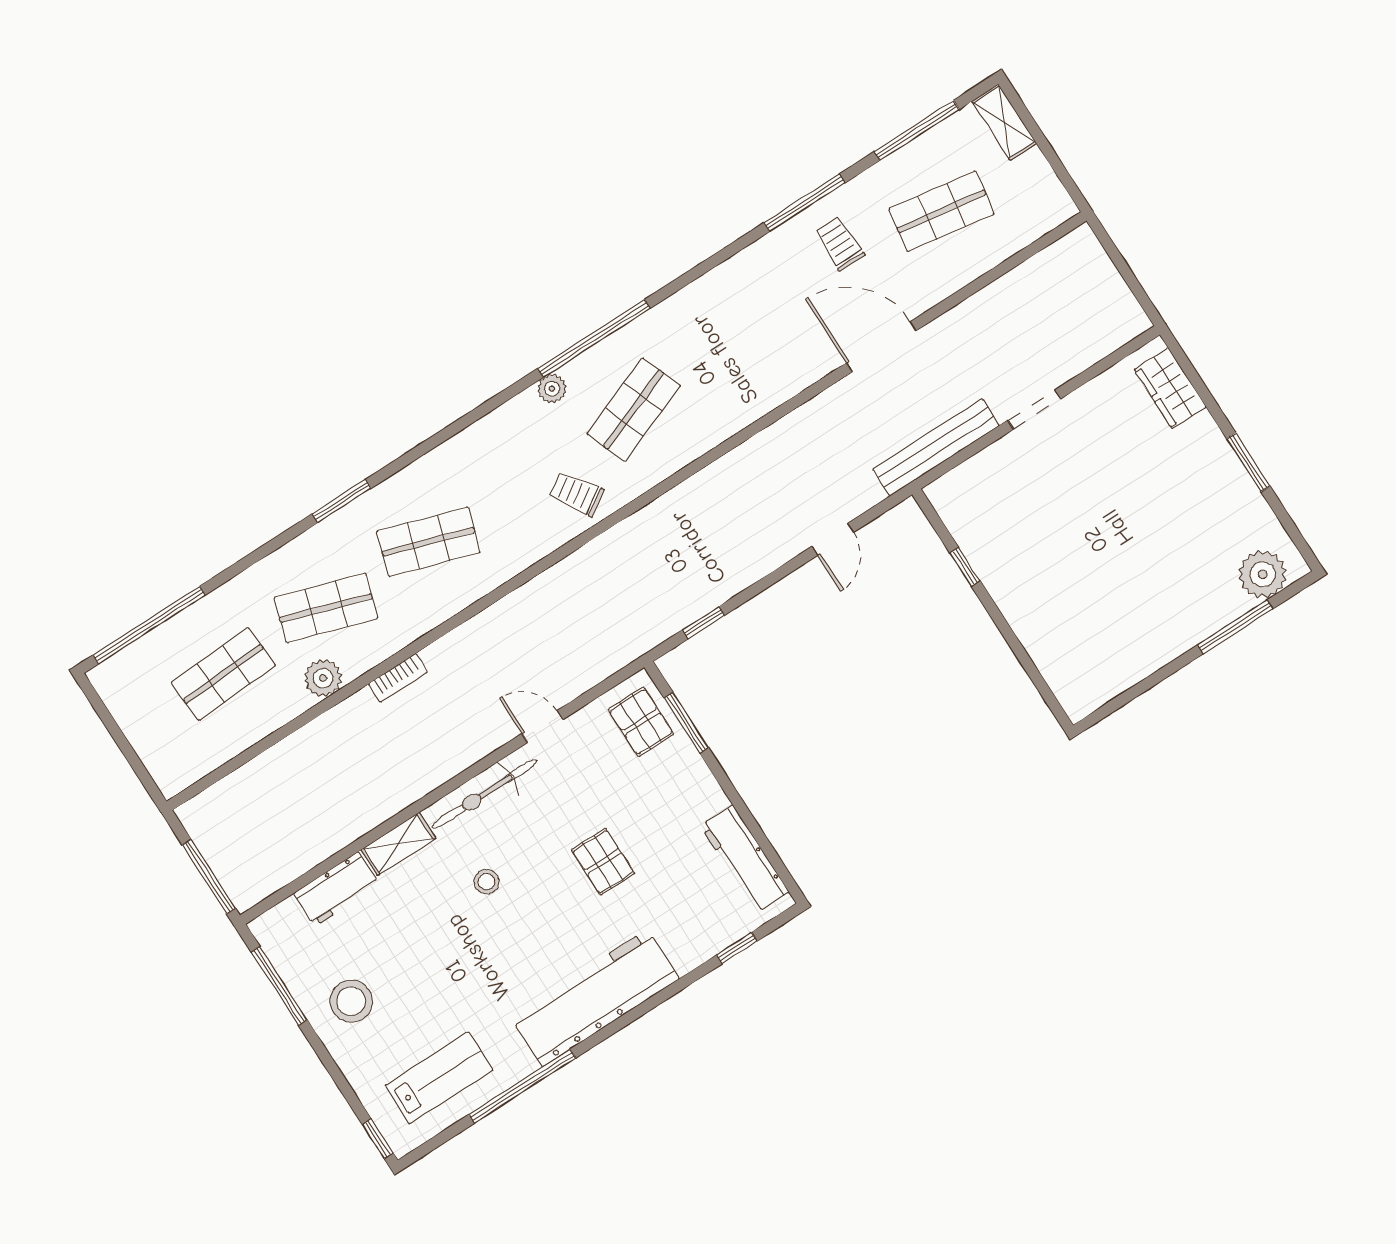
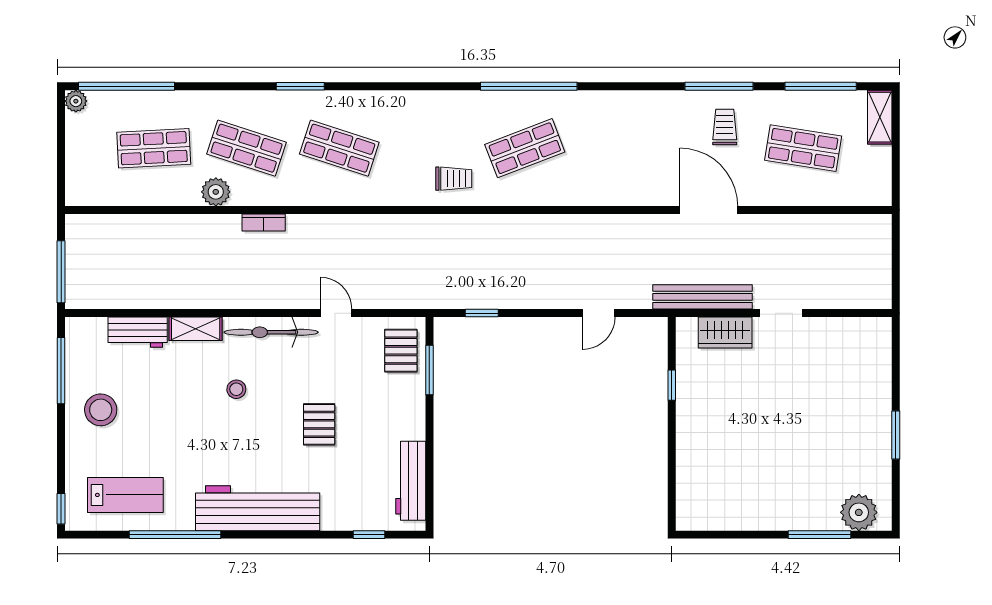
wardrobe: (1170, 388) -> (725, 332), moved, turned -90
plant: (552, 389) -> (76, 101), moved
trolley: (577, 494) -> (454, 179), turned 123

